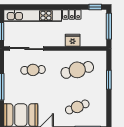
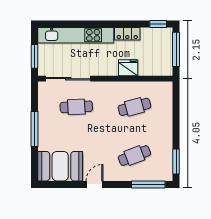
cafe table: (77, 70) -> (134, 107), width x0.73, depth x0.74
window: (109, 80) -> (176, 162), moved

